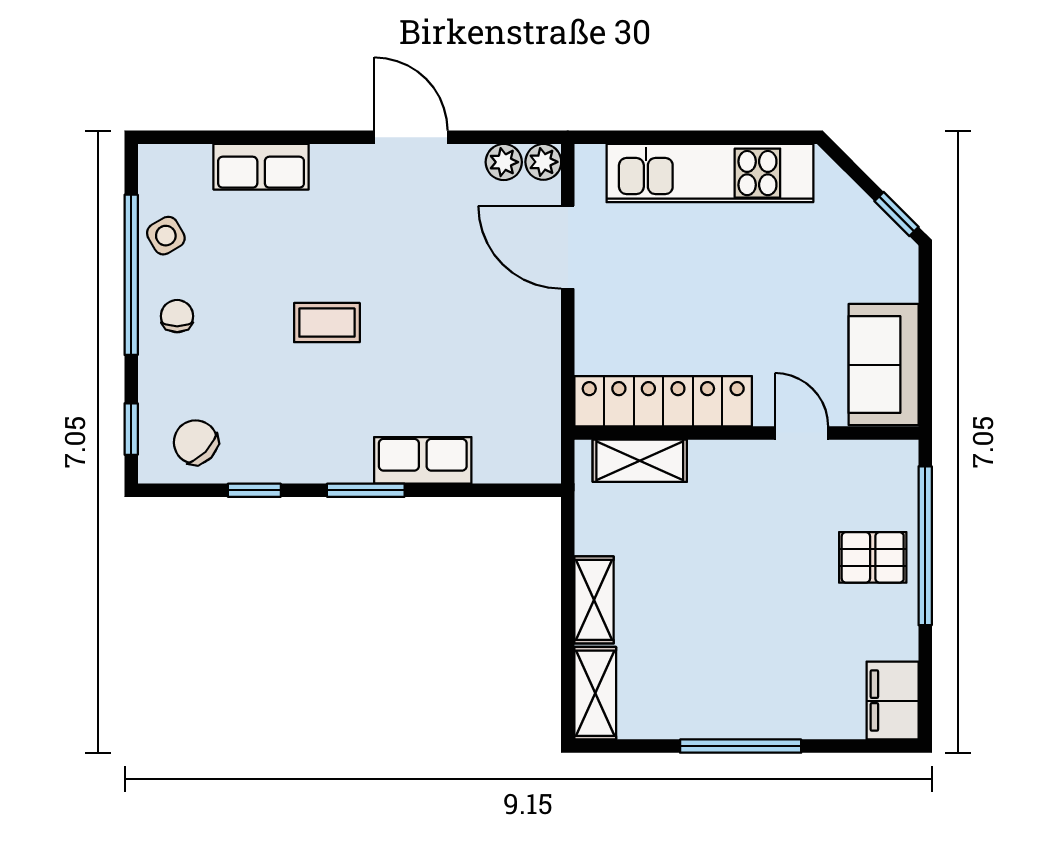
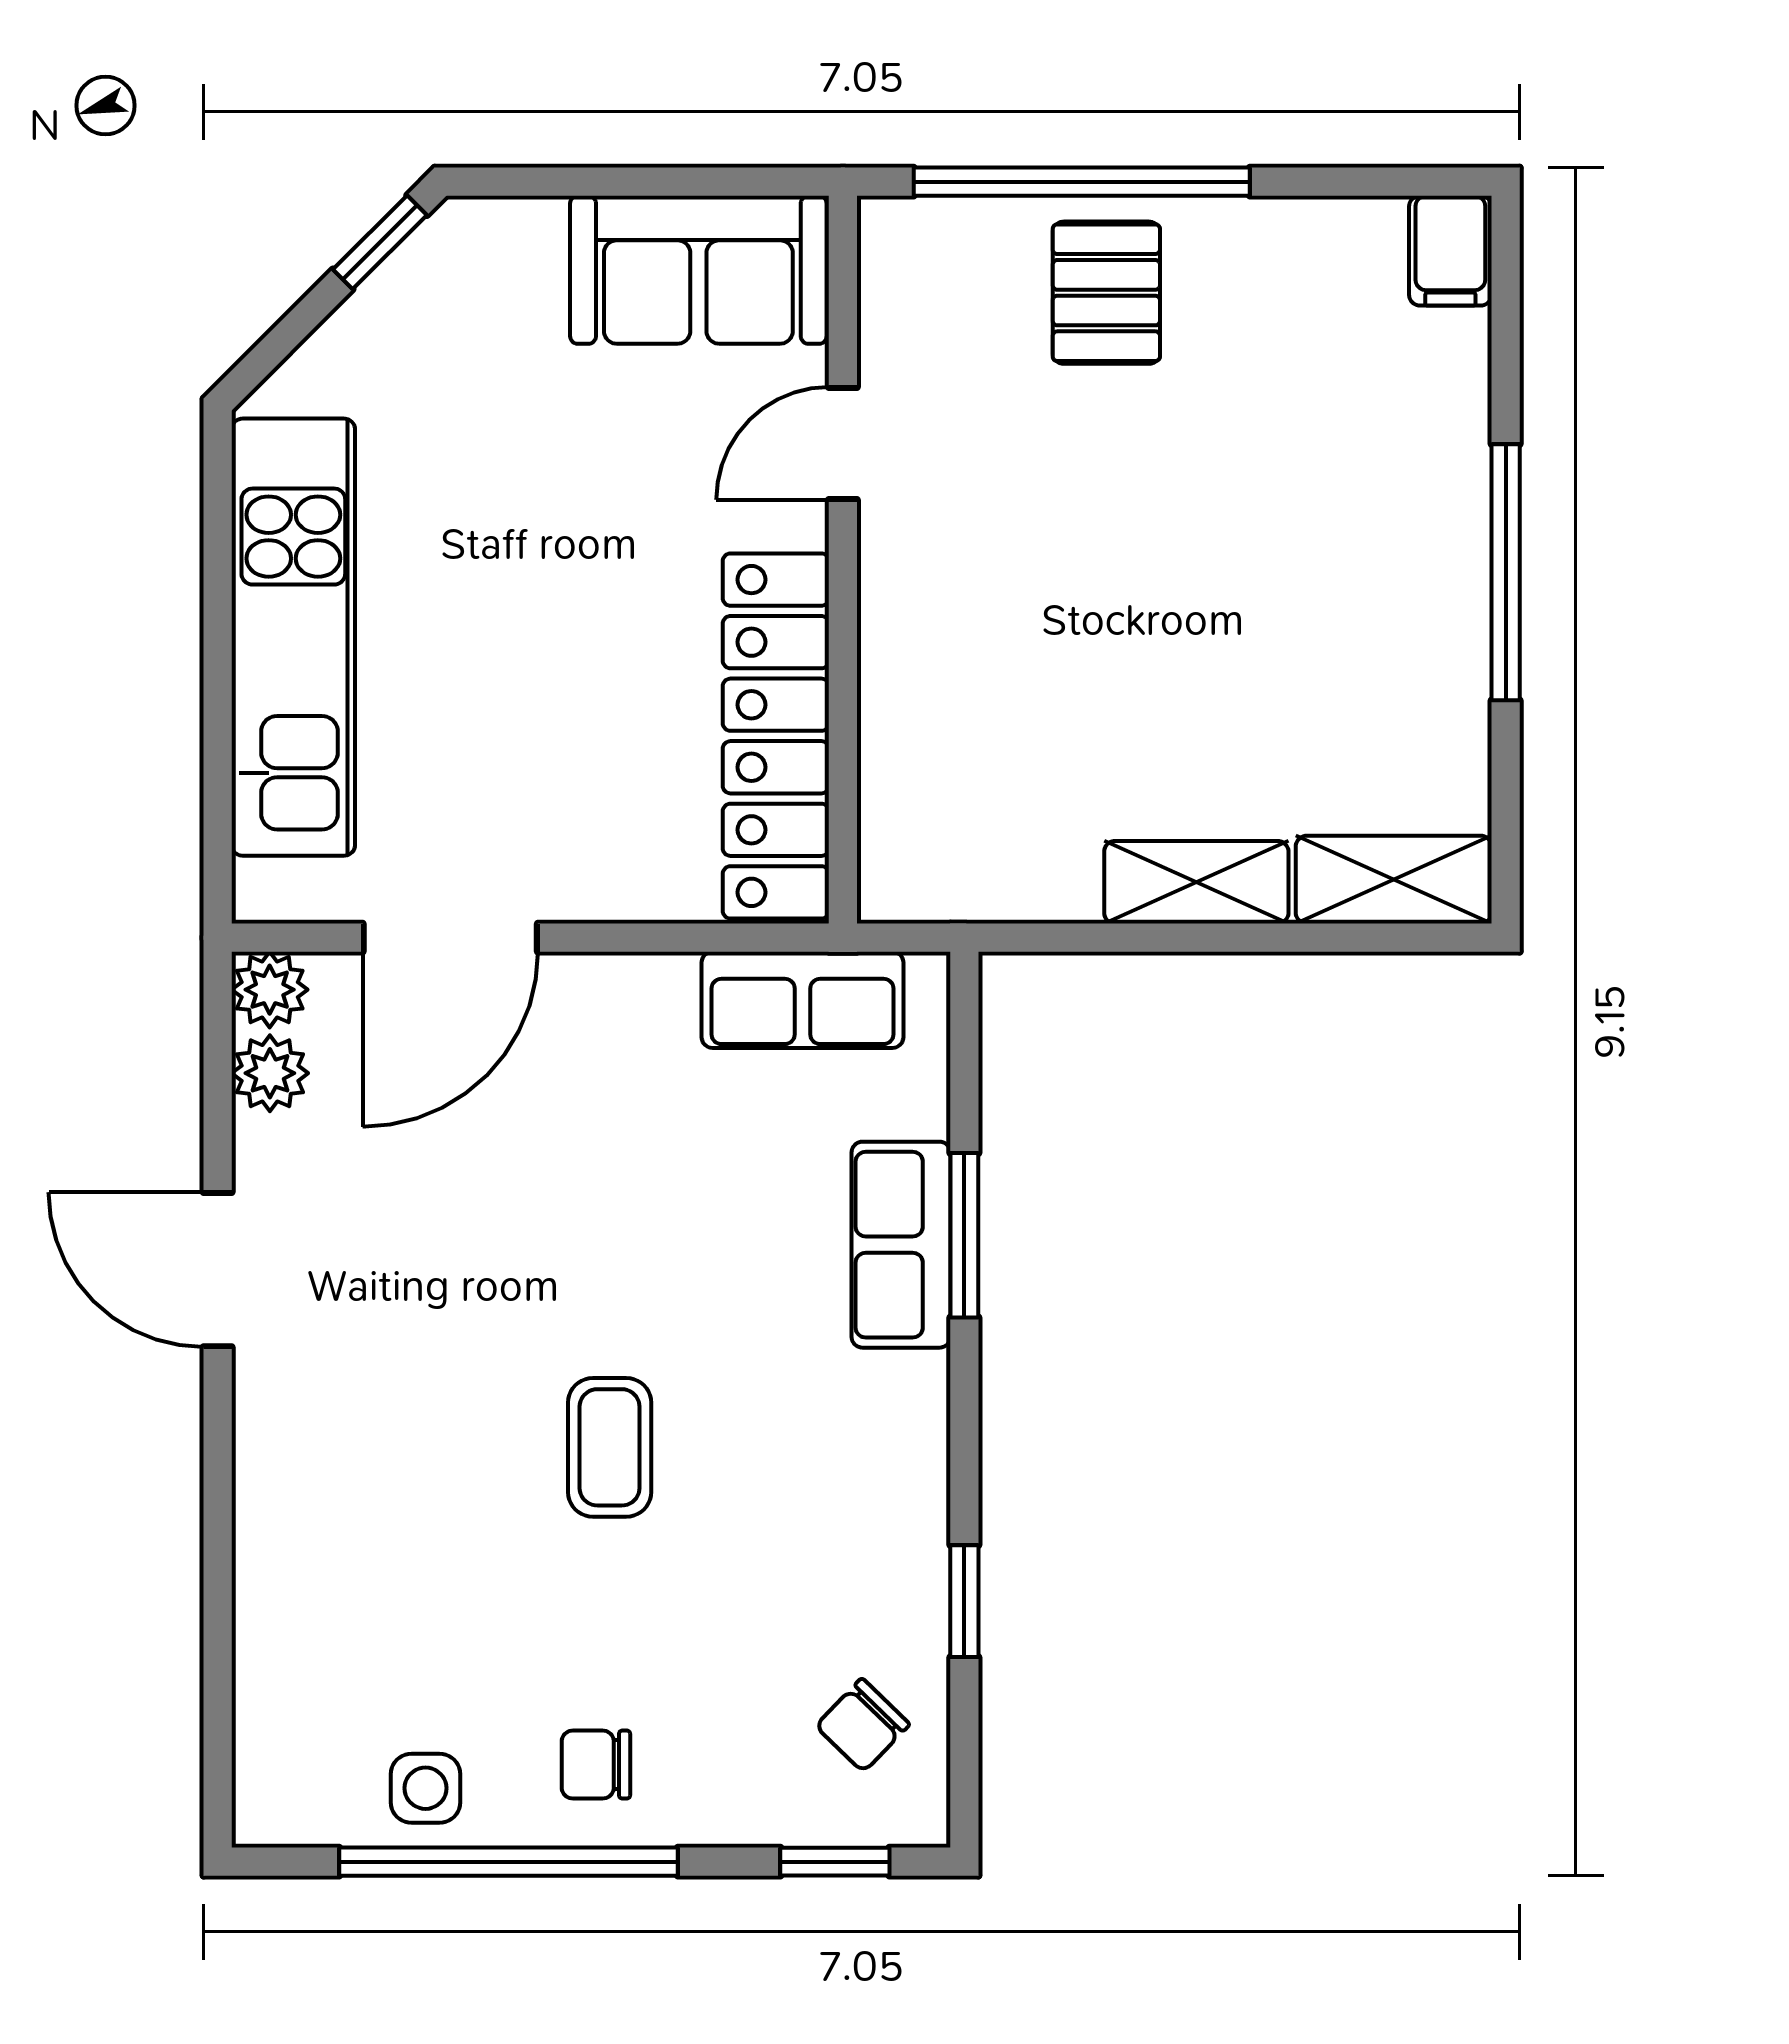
door: (411, 137) -> (218, 1270), hinge flipped
row of seats: (261, 167) -> (802, 1000), moved, turned 90
side table: (166, 236) -> (426, 1788), turned 30
chair: (196, 442) -> (863, 1725), width x0.73, depth x0.73
shelving: (640, 461) -> (902, 786), removed
window: (366, 490) -> (964, 1235), moved
filing cabinet: (893, 701) -> (1450, 251), width x0.50

